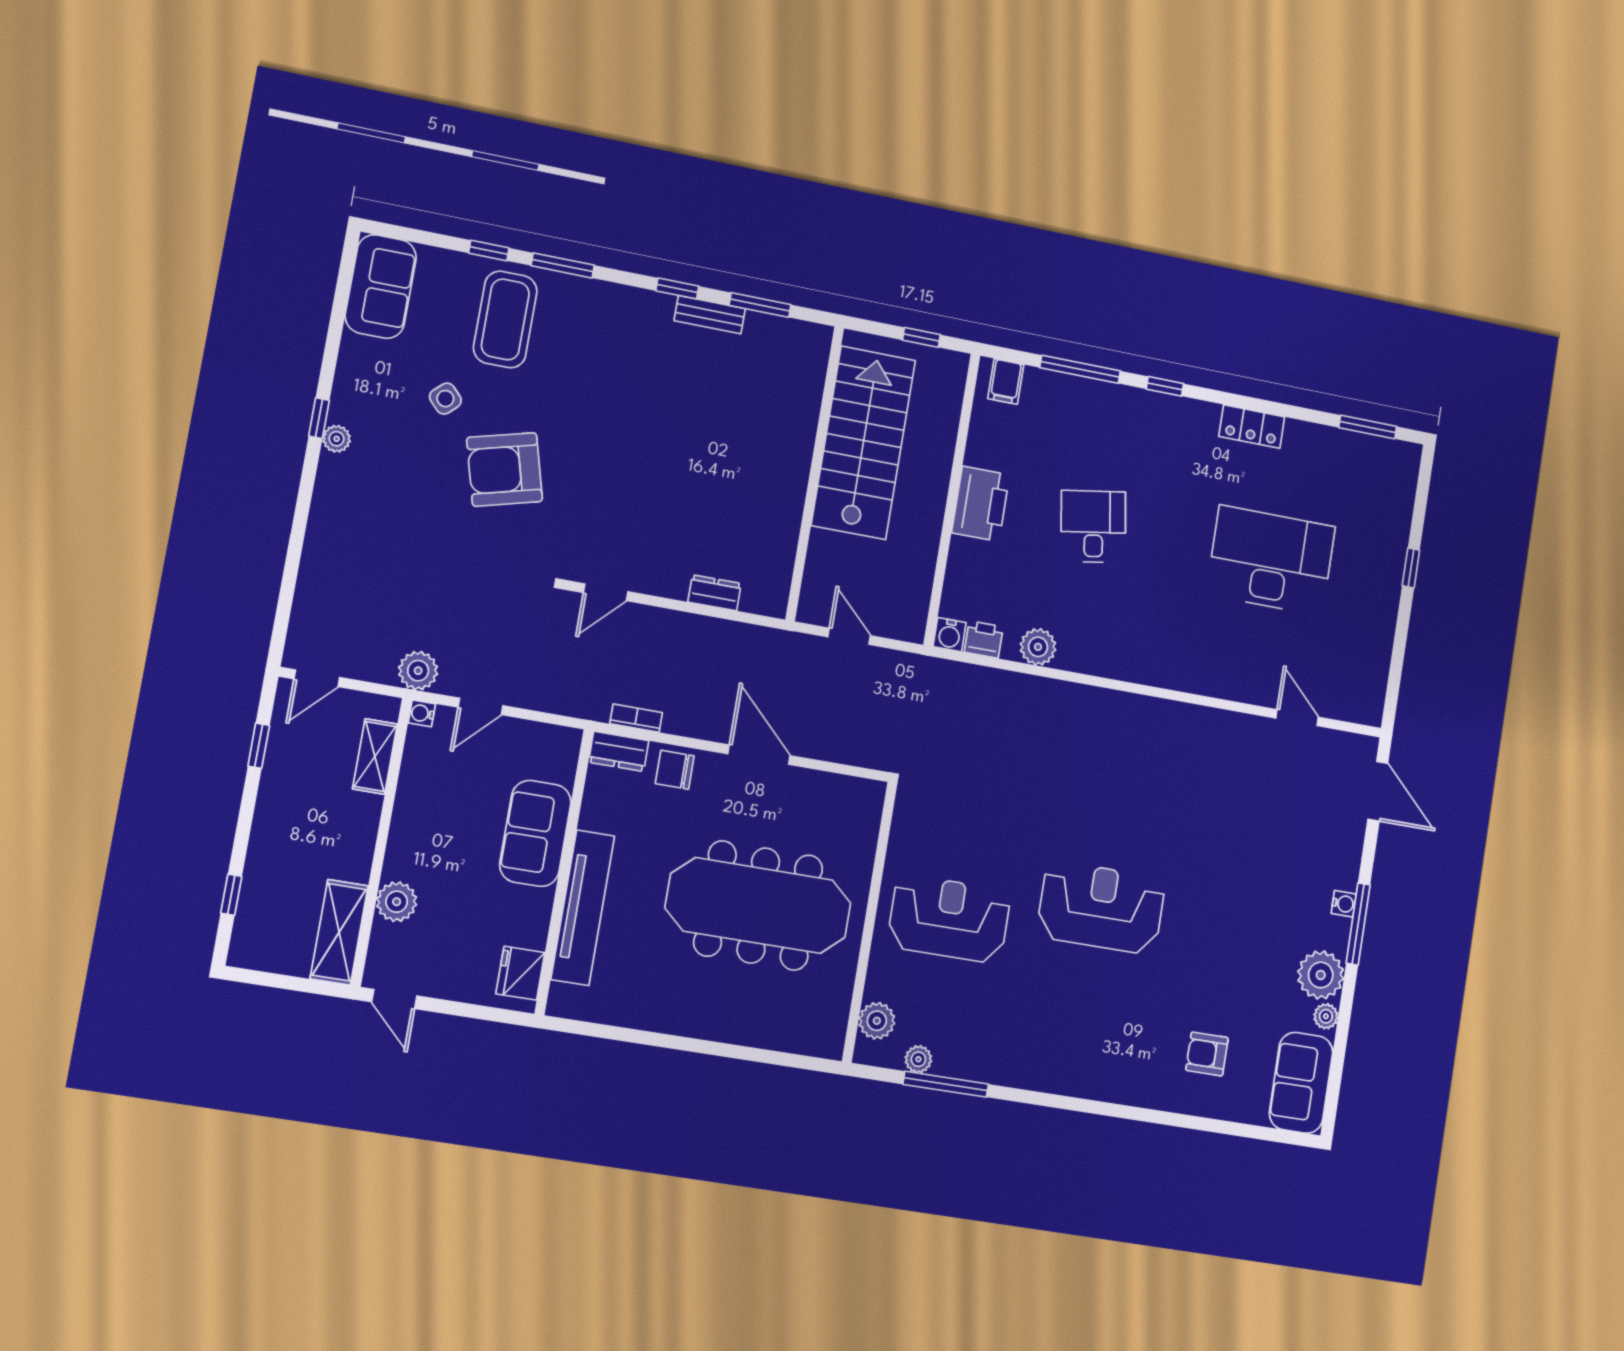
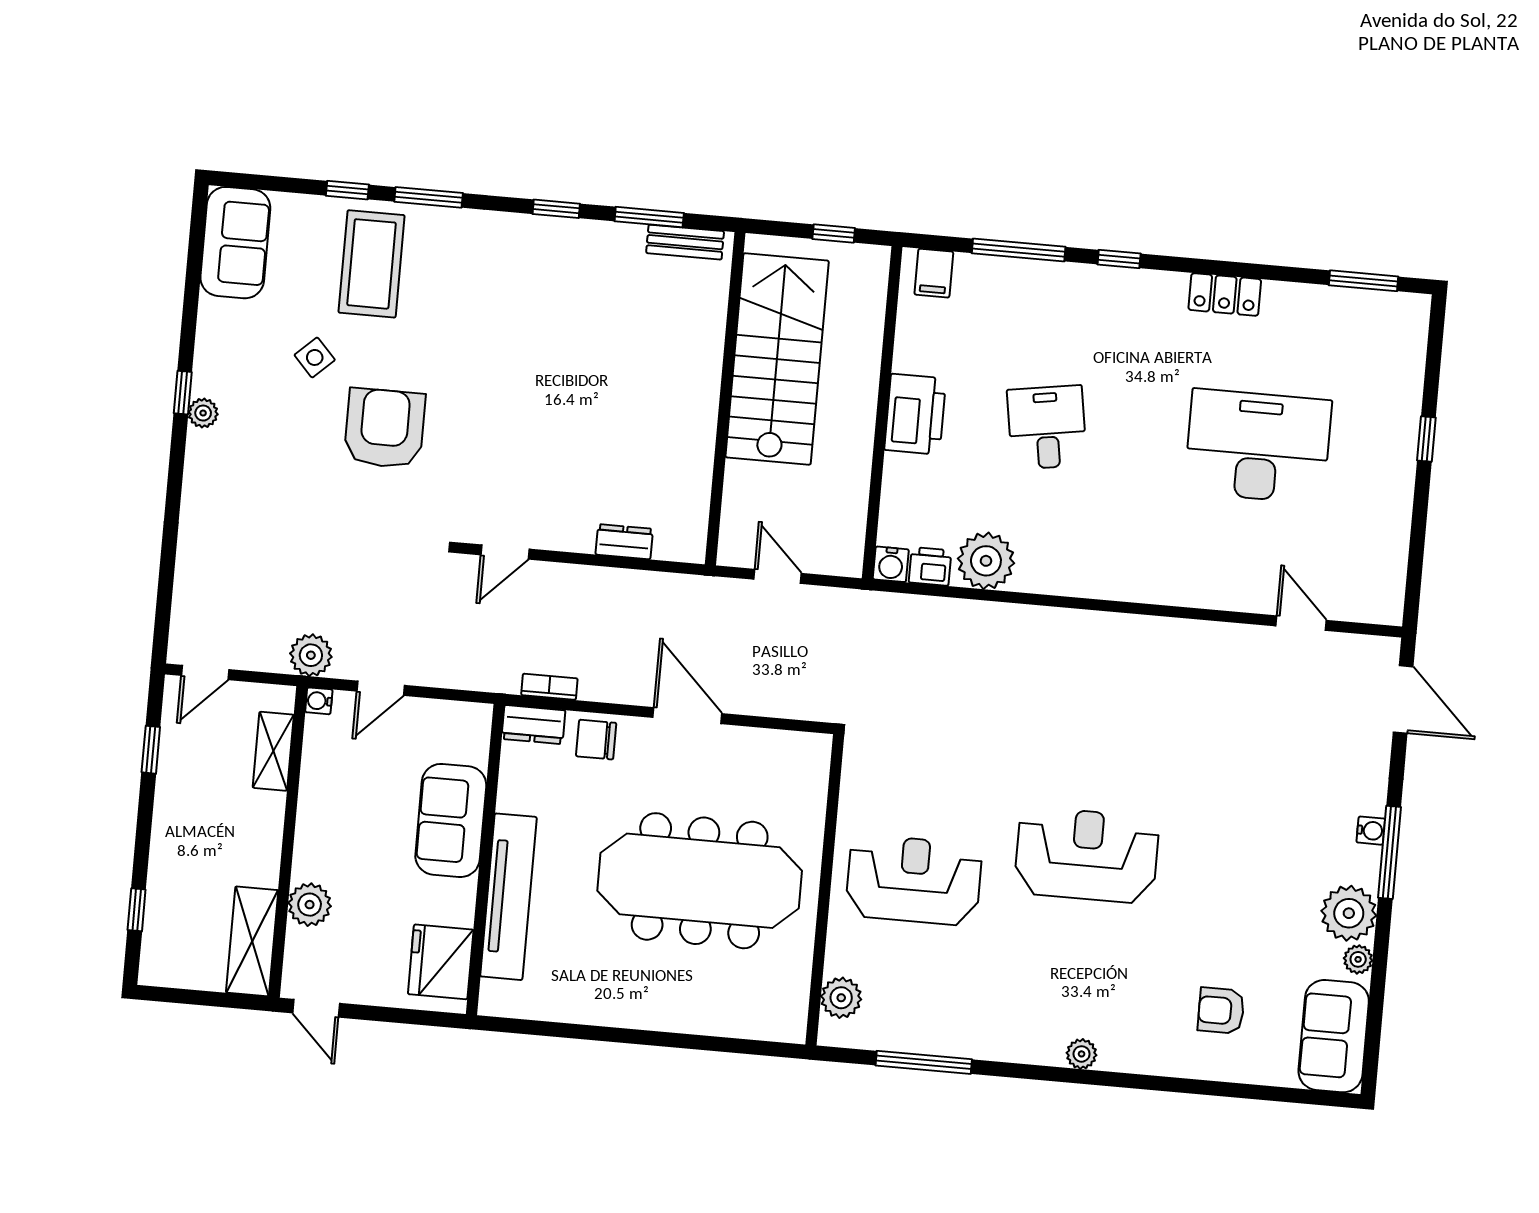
bench: (710, 315) -> (685, 242), moved
armchair: (505, 469) -> (385, 428), turned 105
plant: (1038, 647) -> (986, 561), width x1.36, depth x1.36
fridge: (520, 973) -> (441, 962), width x1.36, depth x1.34
plant: (918, 1059) -> (1082, 1054), moved

